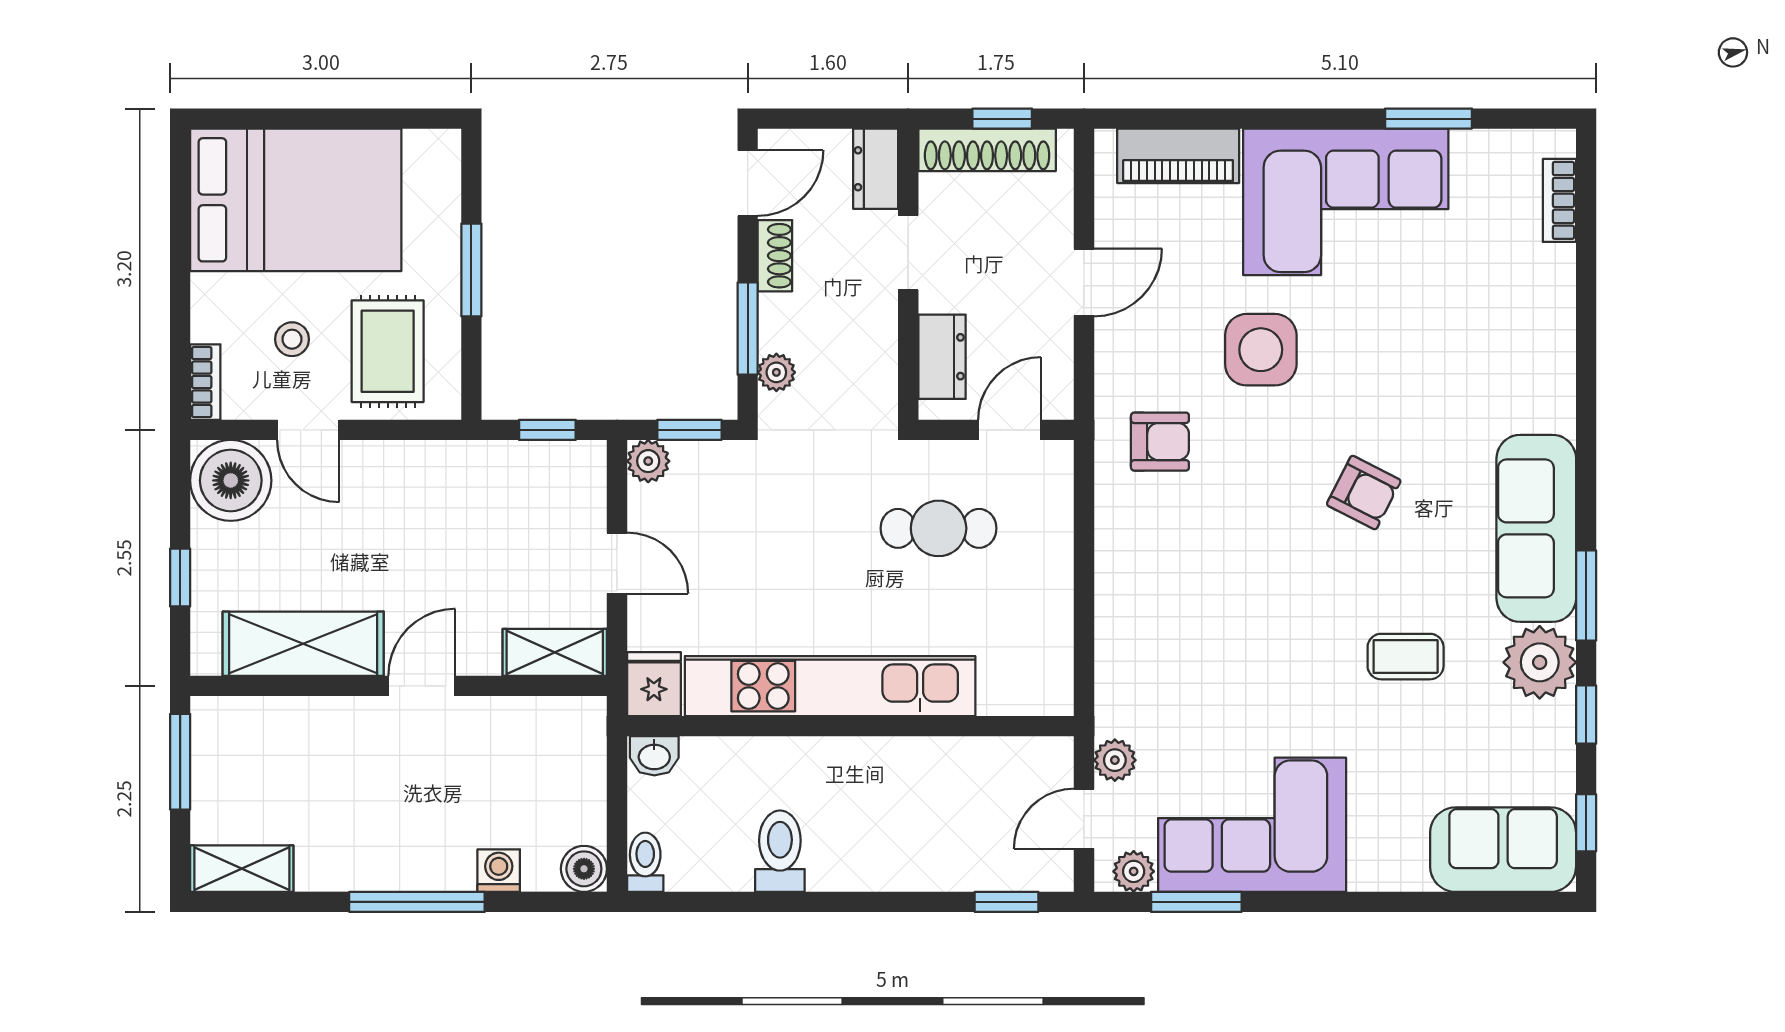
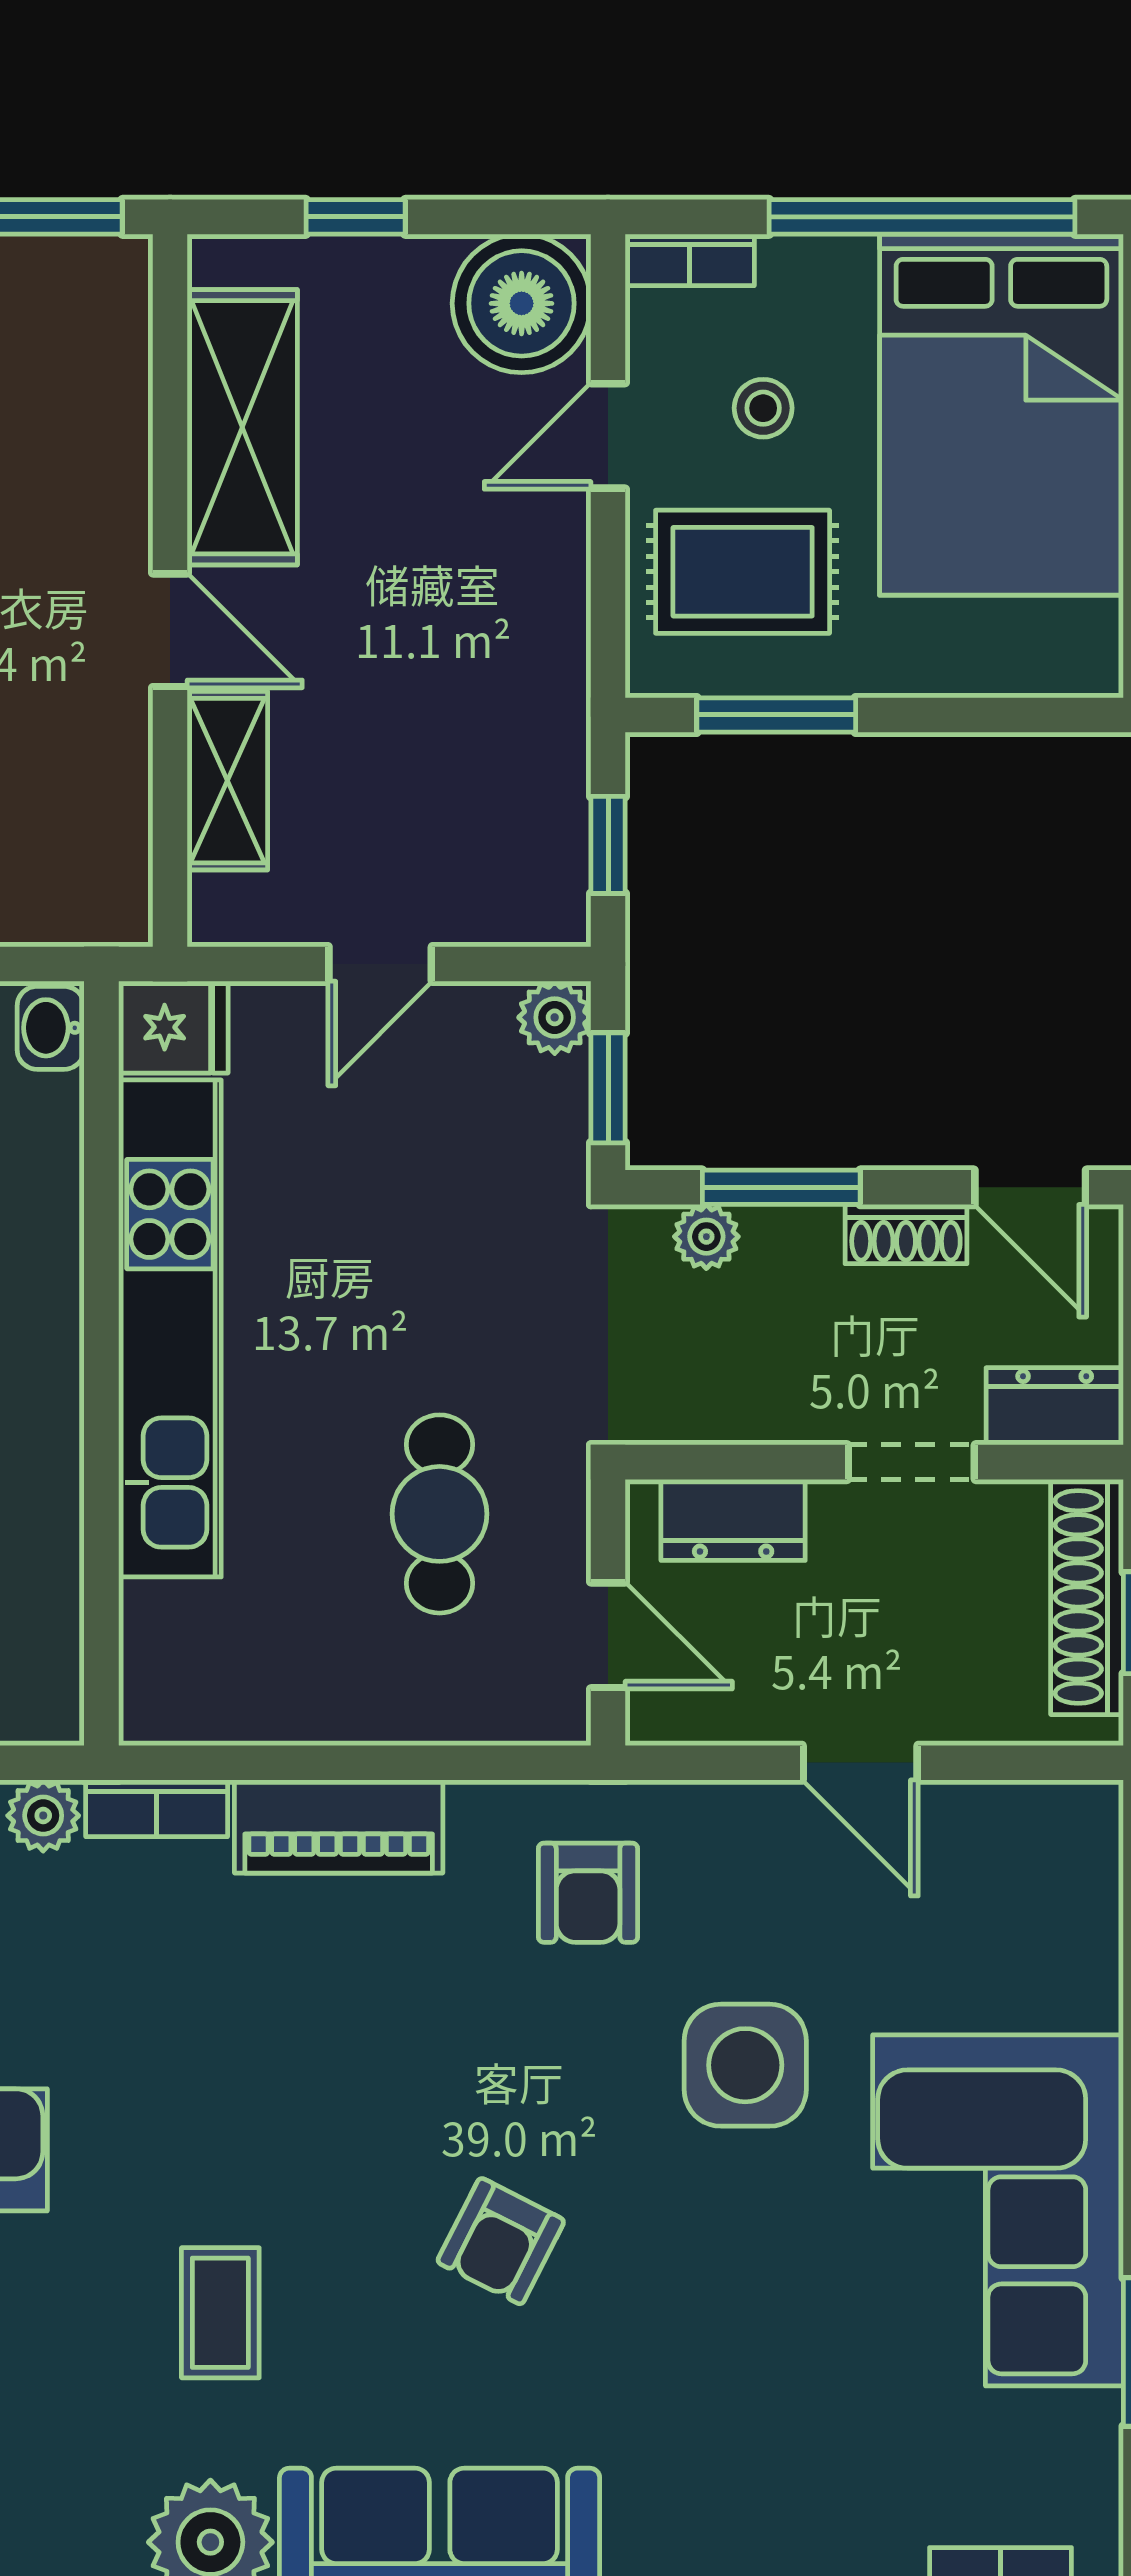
piano: (1178, 156) -> (339, 1826), moved, turned -90
window: (180, 246) -> (922, 217), added
window: (471, 270) -> (776, 715), moved
shelving: (555, 652) -> (227, 781), moved
bookcase: (1111, 694) -> (157, 1808), added

